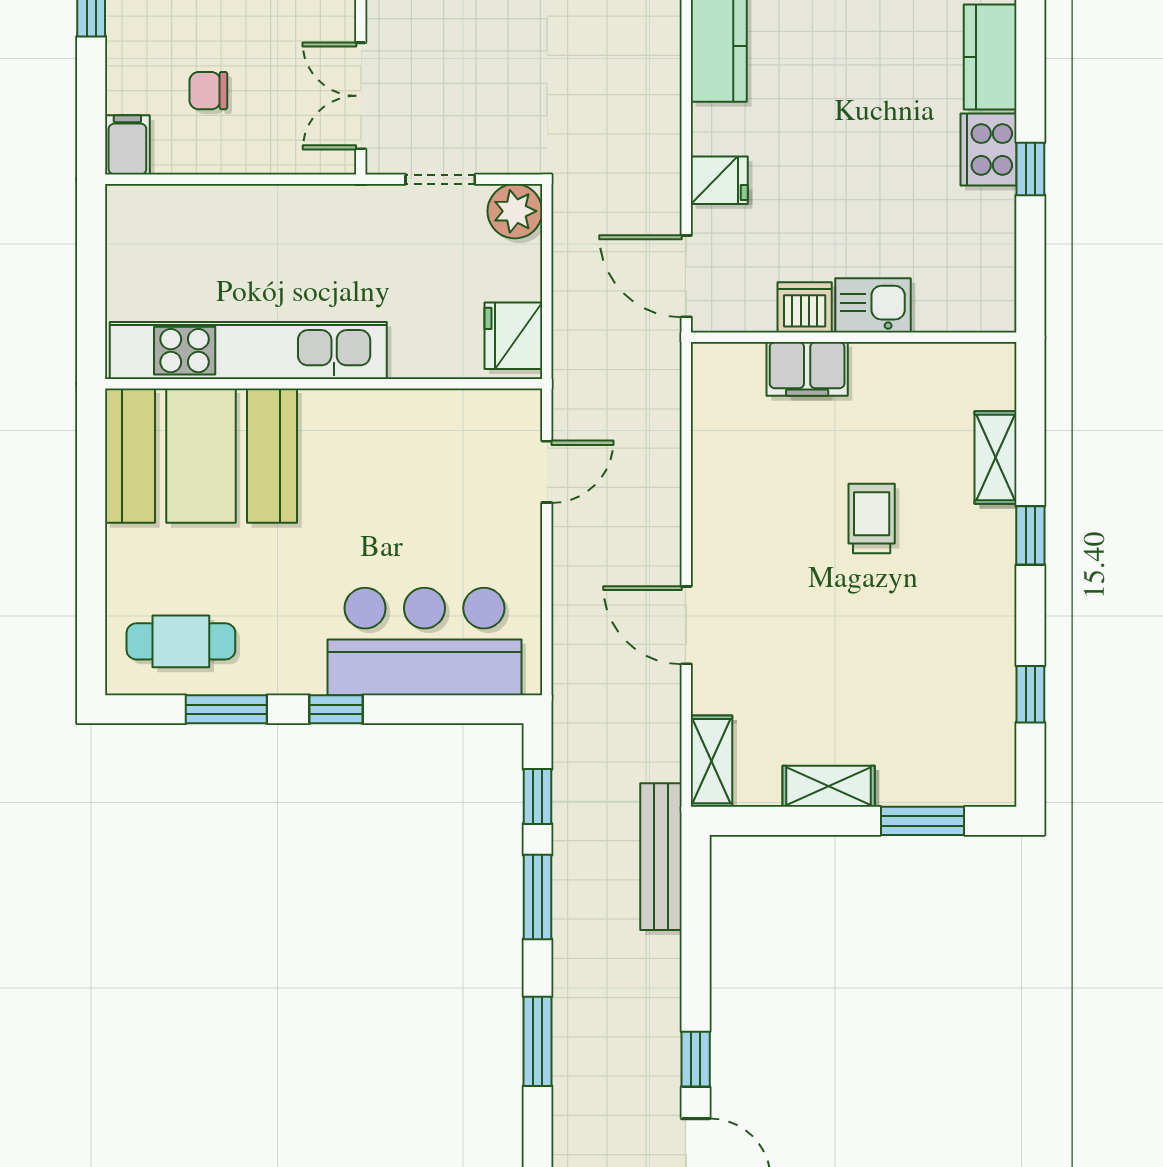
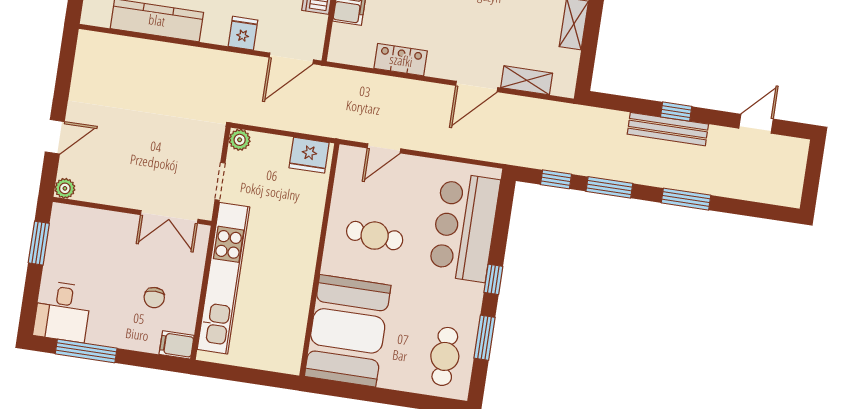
plant: (515, 211) -> (240, 140), width x0.73, depth x0.73
kitchen unit: (248, 351) -> (223, 278), moved, turned 180
door: (547, 472) -> (384, 148), swing flipped
locker: (715, 478) -> (401, 60), added
cafe table: (384, 479) -> (375, 236), added
shelving: (712, 761) -> (527, 80), moved
bench: (661, 857) -> (668, 129), moved
window: (696, 1059) -> (676, 112), moved

